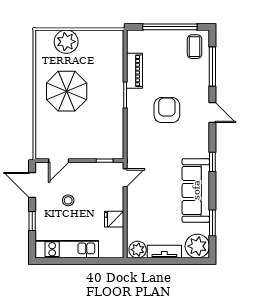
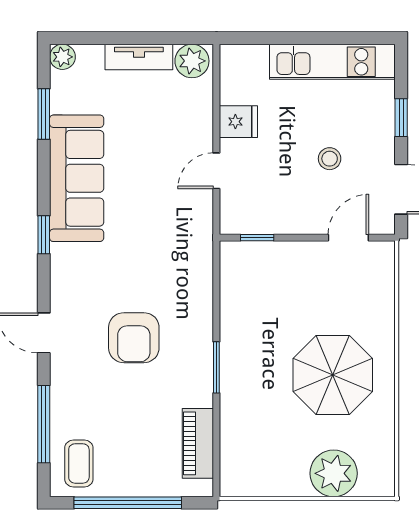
piano: (135, 71) -> (198, 443), moved
door: (125, 178) -> (216, 171), moved
plant: (197, 246) -> (62, 57), width x0.53, depth x0.53

